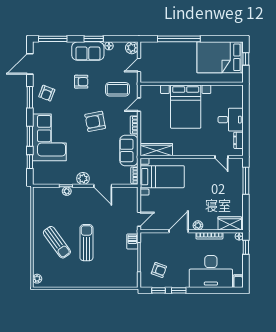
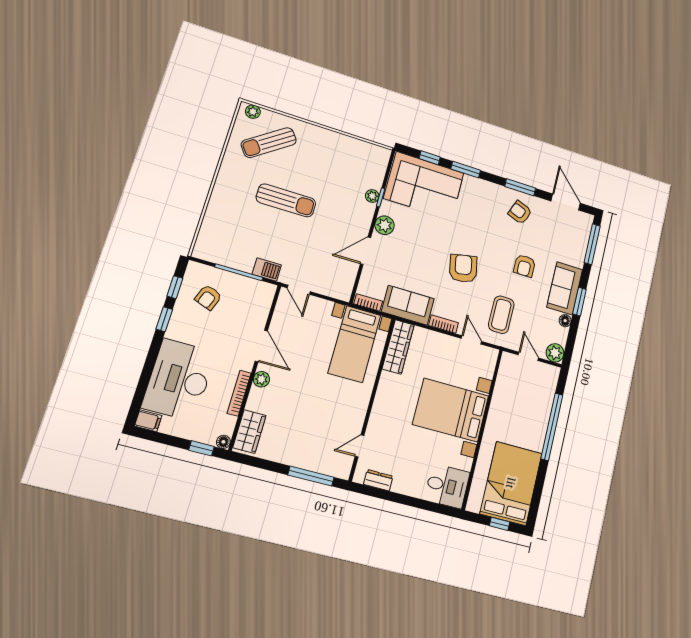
desk: (231, 120) -> (447, 486), moved, turned -90
corner sofa: (49, 137) -> (424, 186), moved
sun lounger: (57, 242) -> (269, 143), moved

